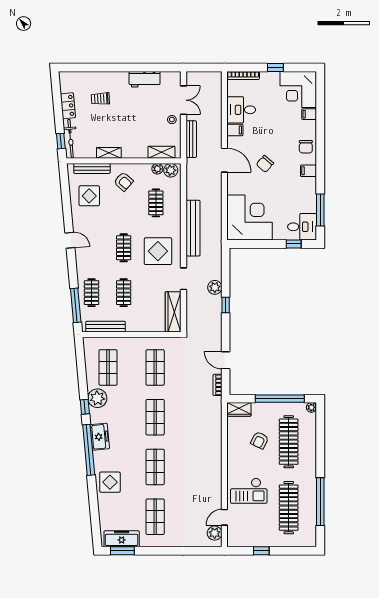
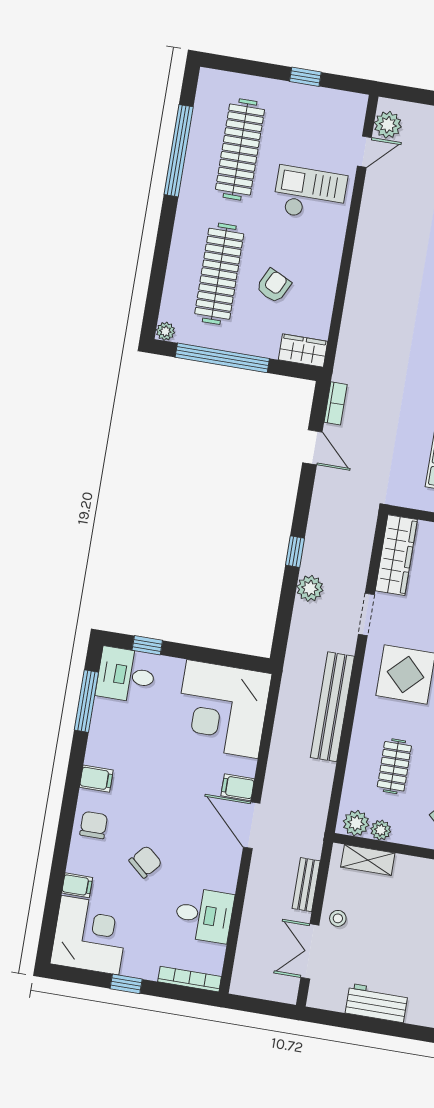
filing cabinet: (235, 130) -> (238, 787), moved
bench: (191, 139) -> (306, 885), width x0.73
chair: (265, 164) -> (145, 862), moved

